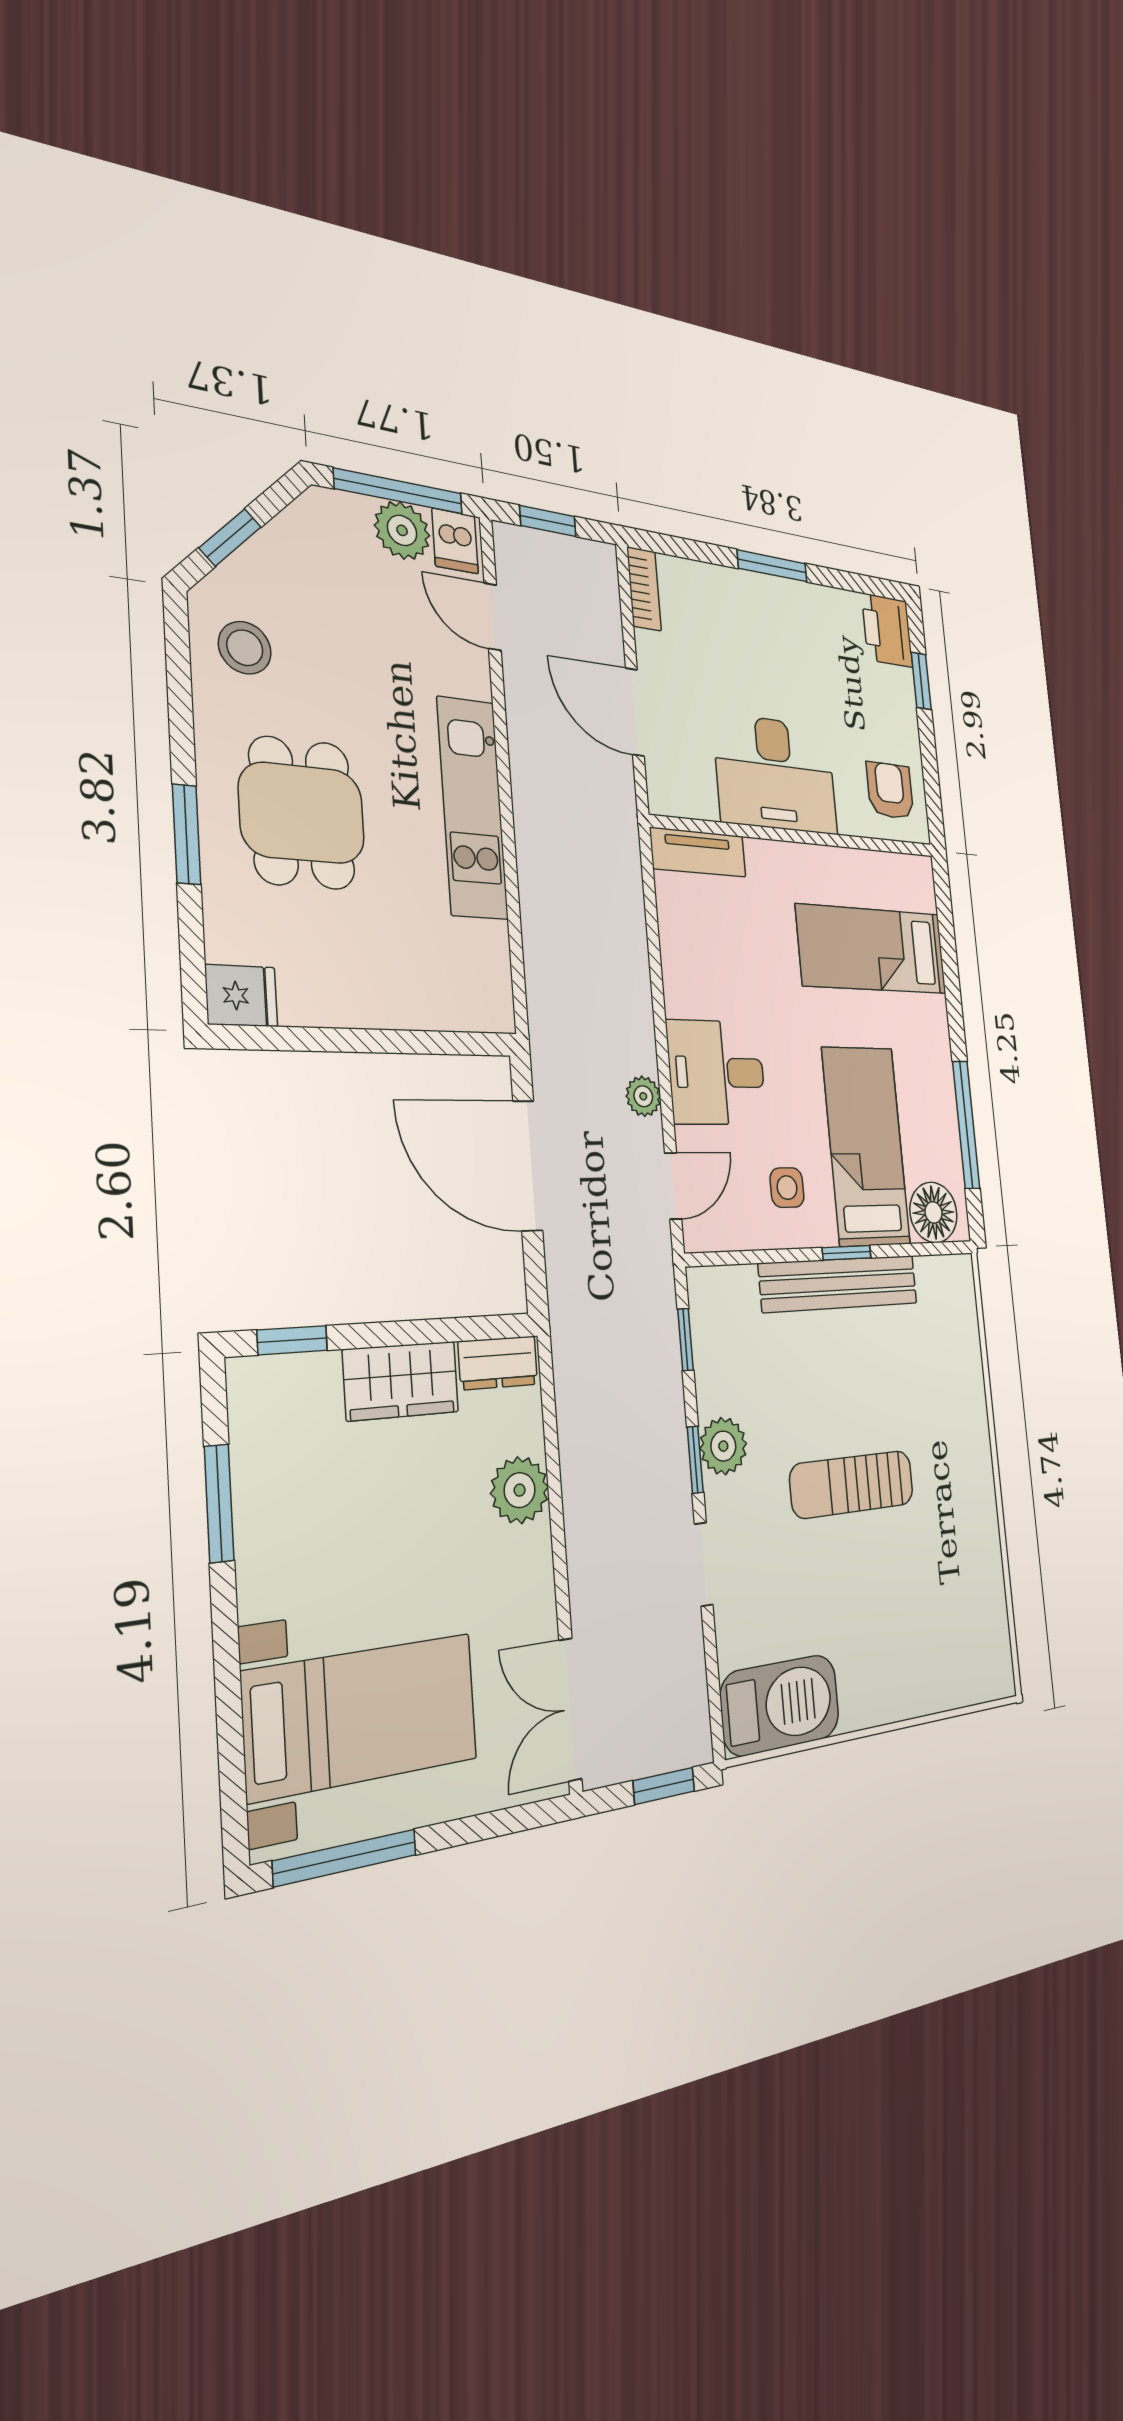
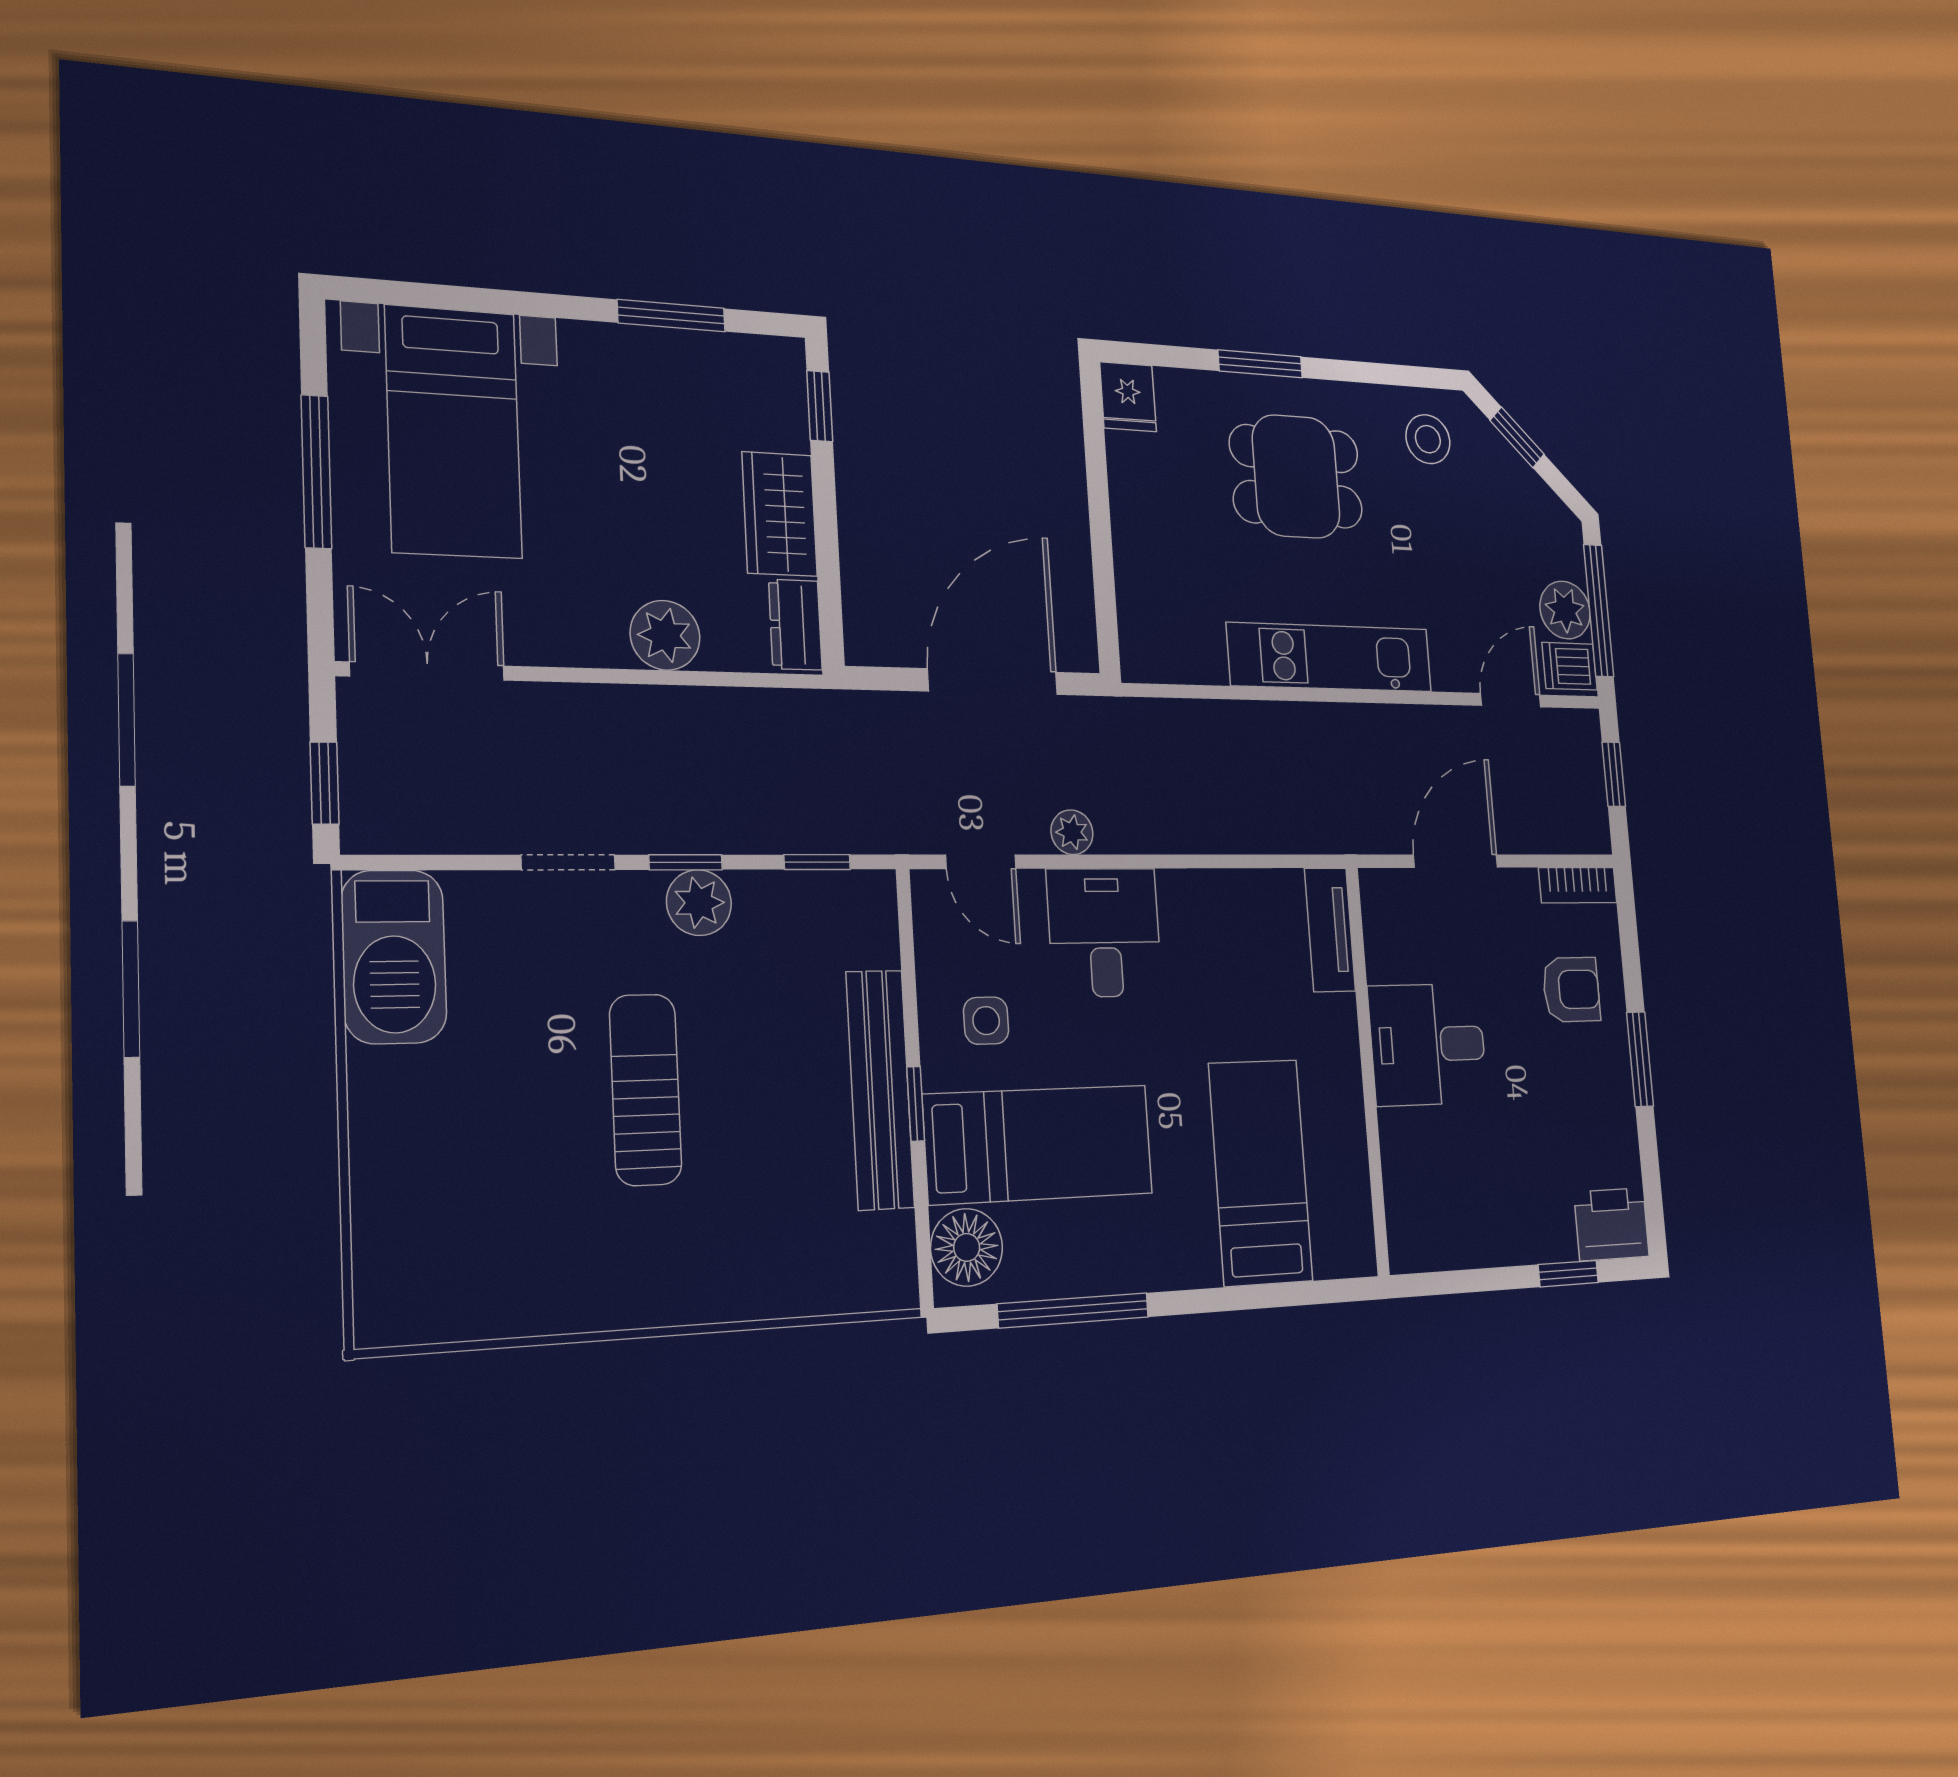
desk: (776, 774) -> (1428, 1044), width x0.73
armchair: (890, 791) -> (1571, 989), moved
window: (345, 1858) -> (316, 472), moved

